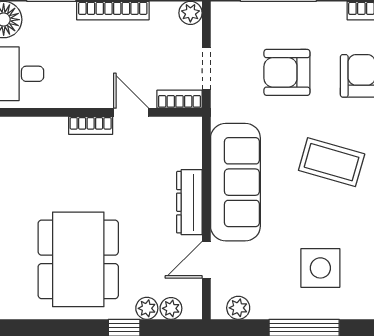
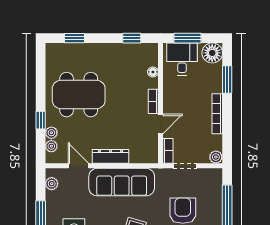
floor lamp: (38, 126) -> (153, 72), added

